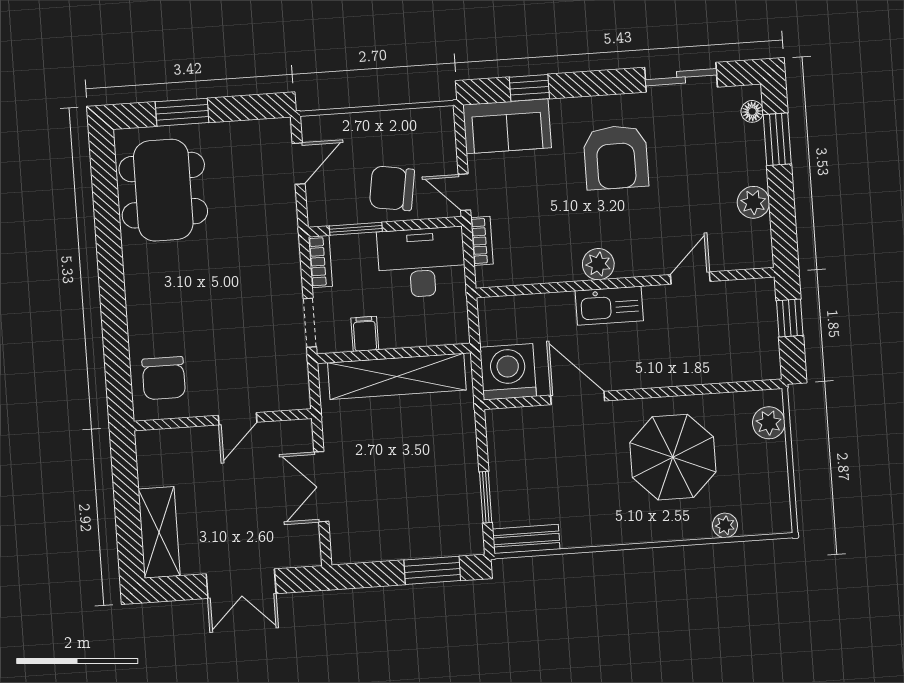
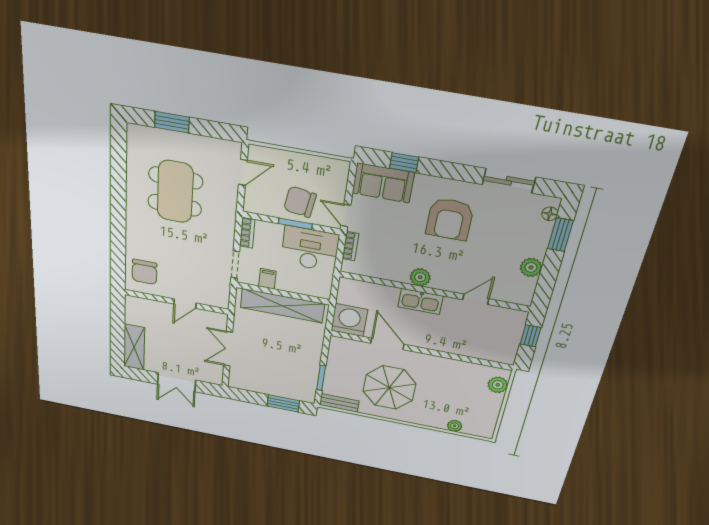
dining table: (163, 190) -> (175, 192), moved
window: (356, 229) -> (295, 224), moved
parasol: (673, 457) -> (389, 388), moved

